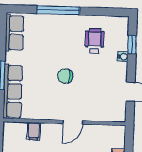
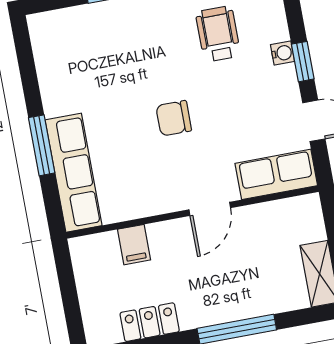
row of seats: (14, 33) -> (276, 174), moved, turned -90
window: (132, 45) -> (303, 62), moved

